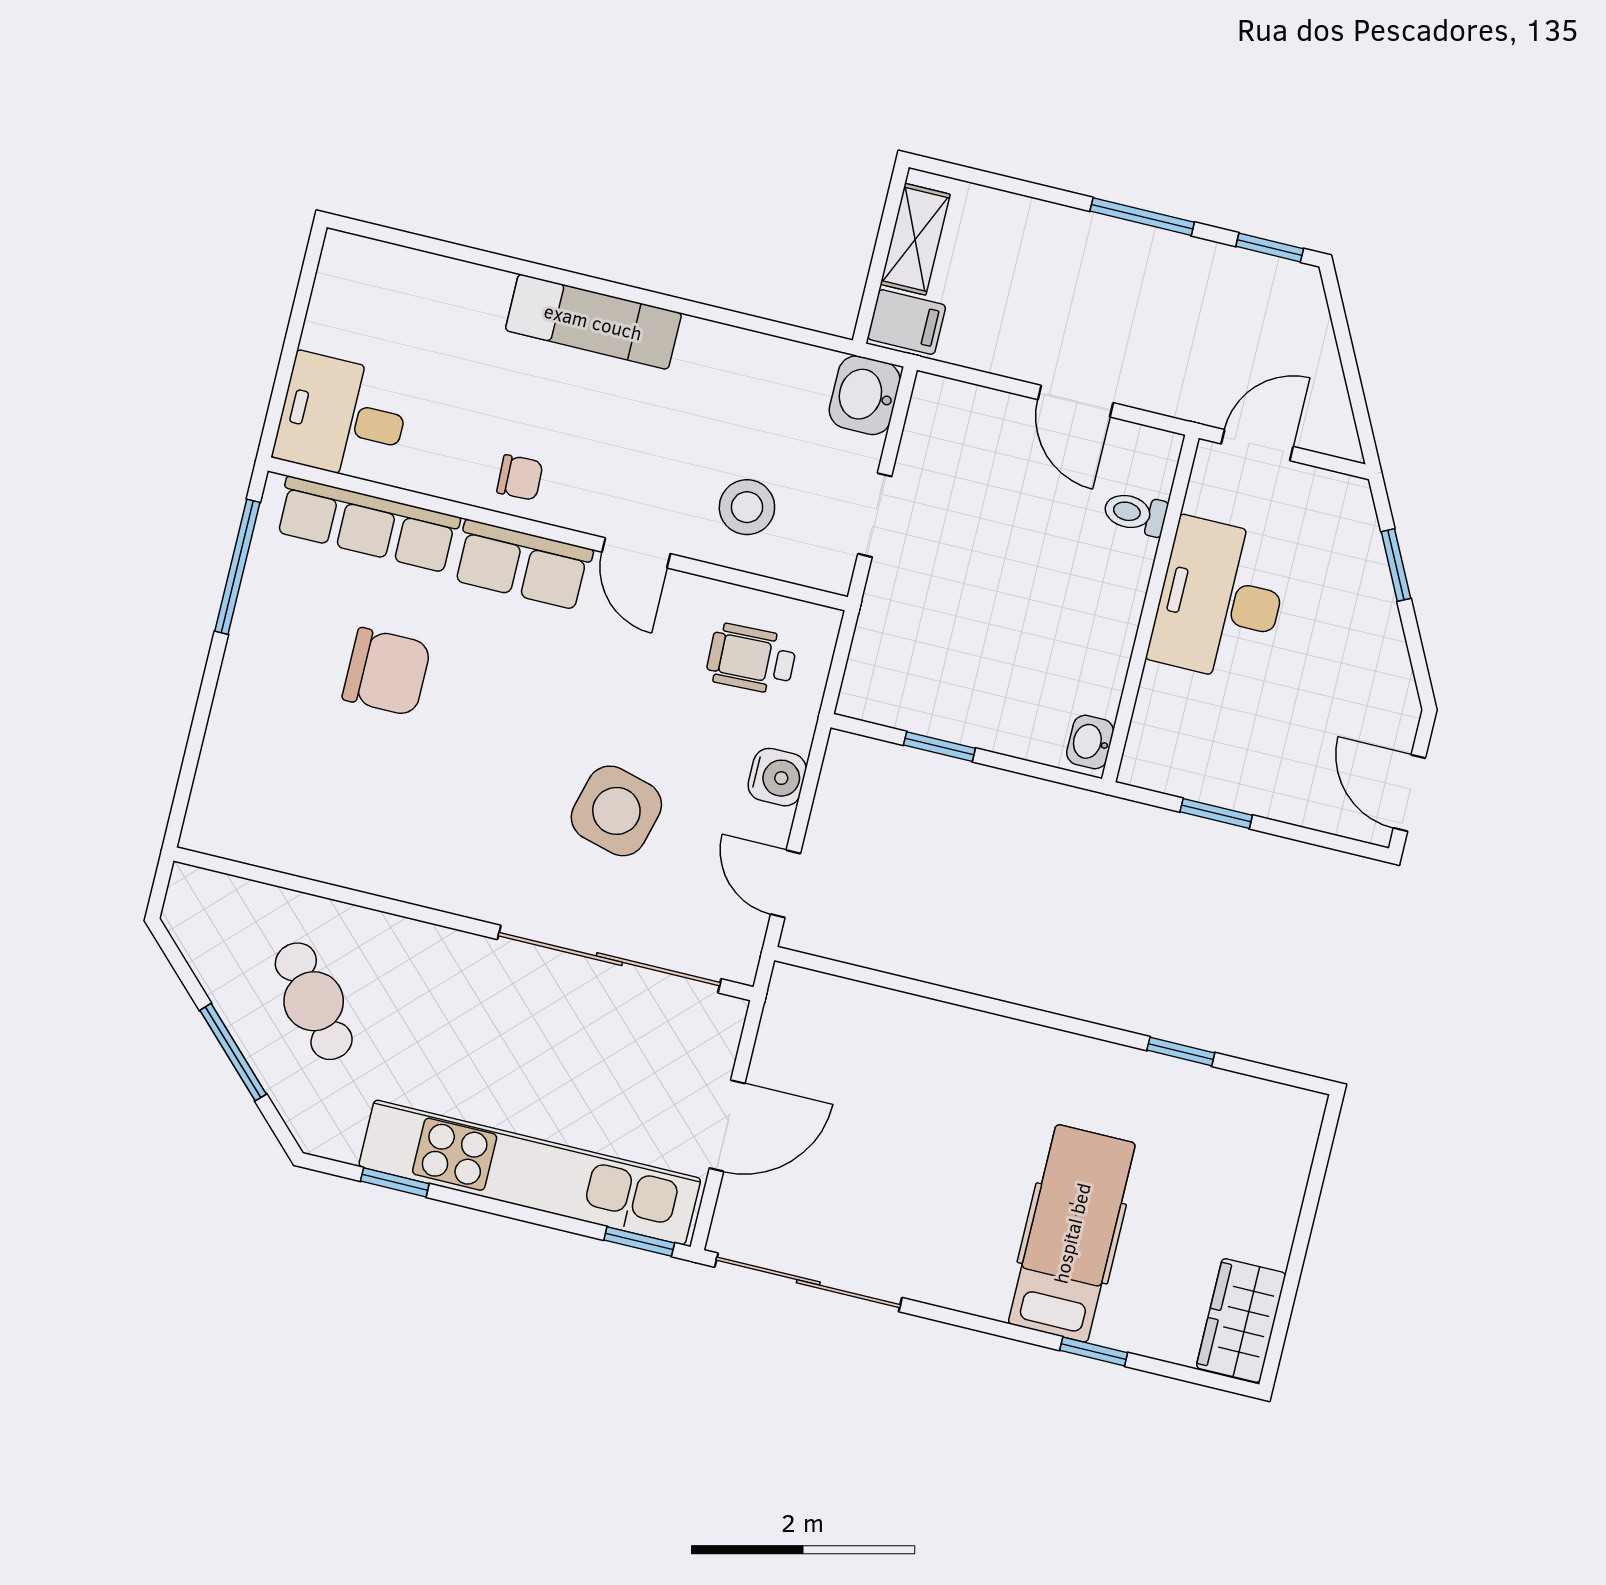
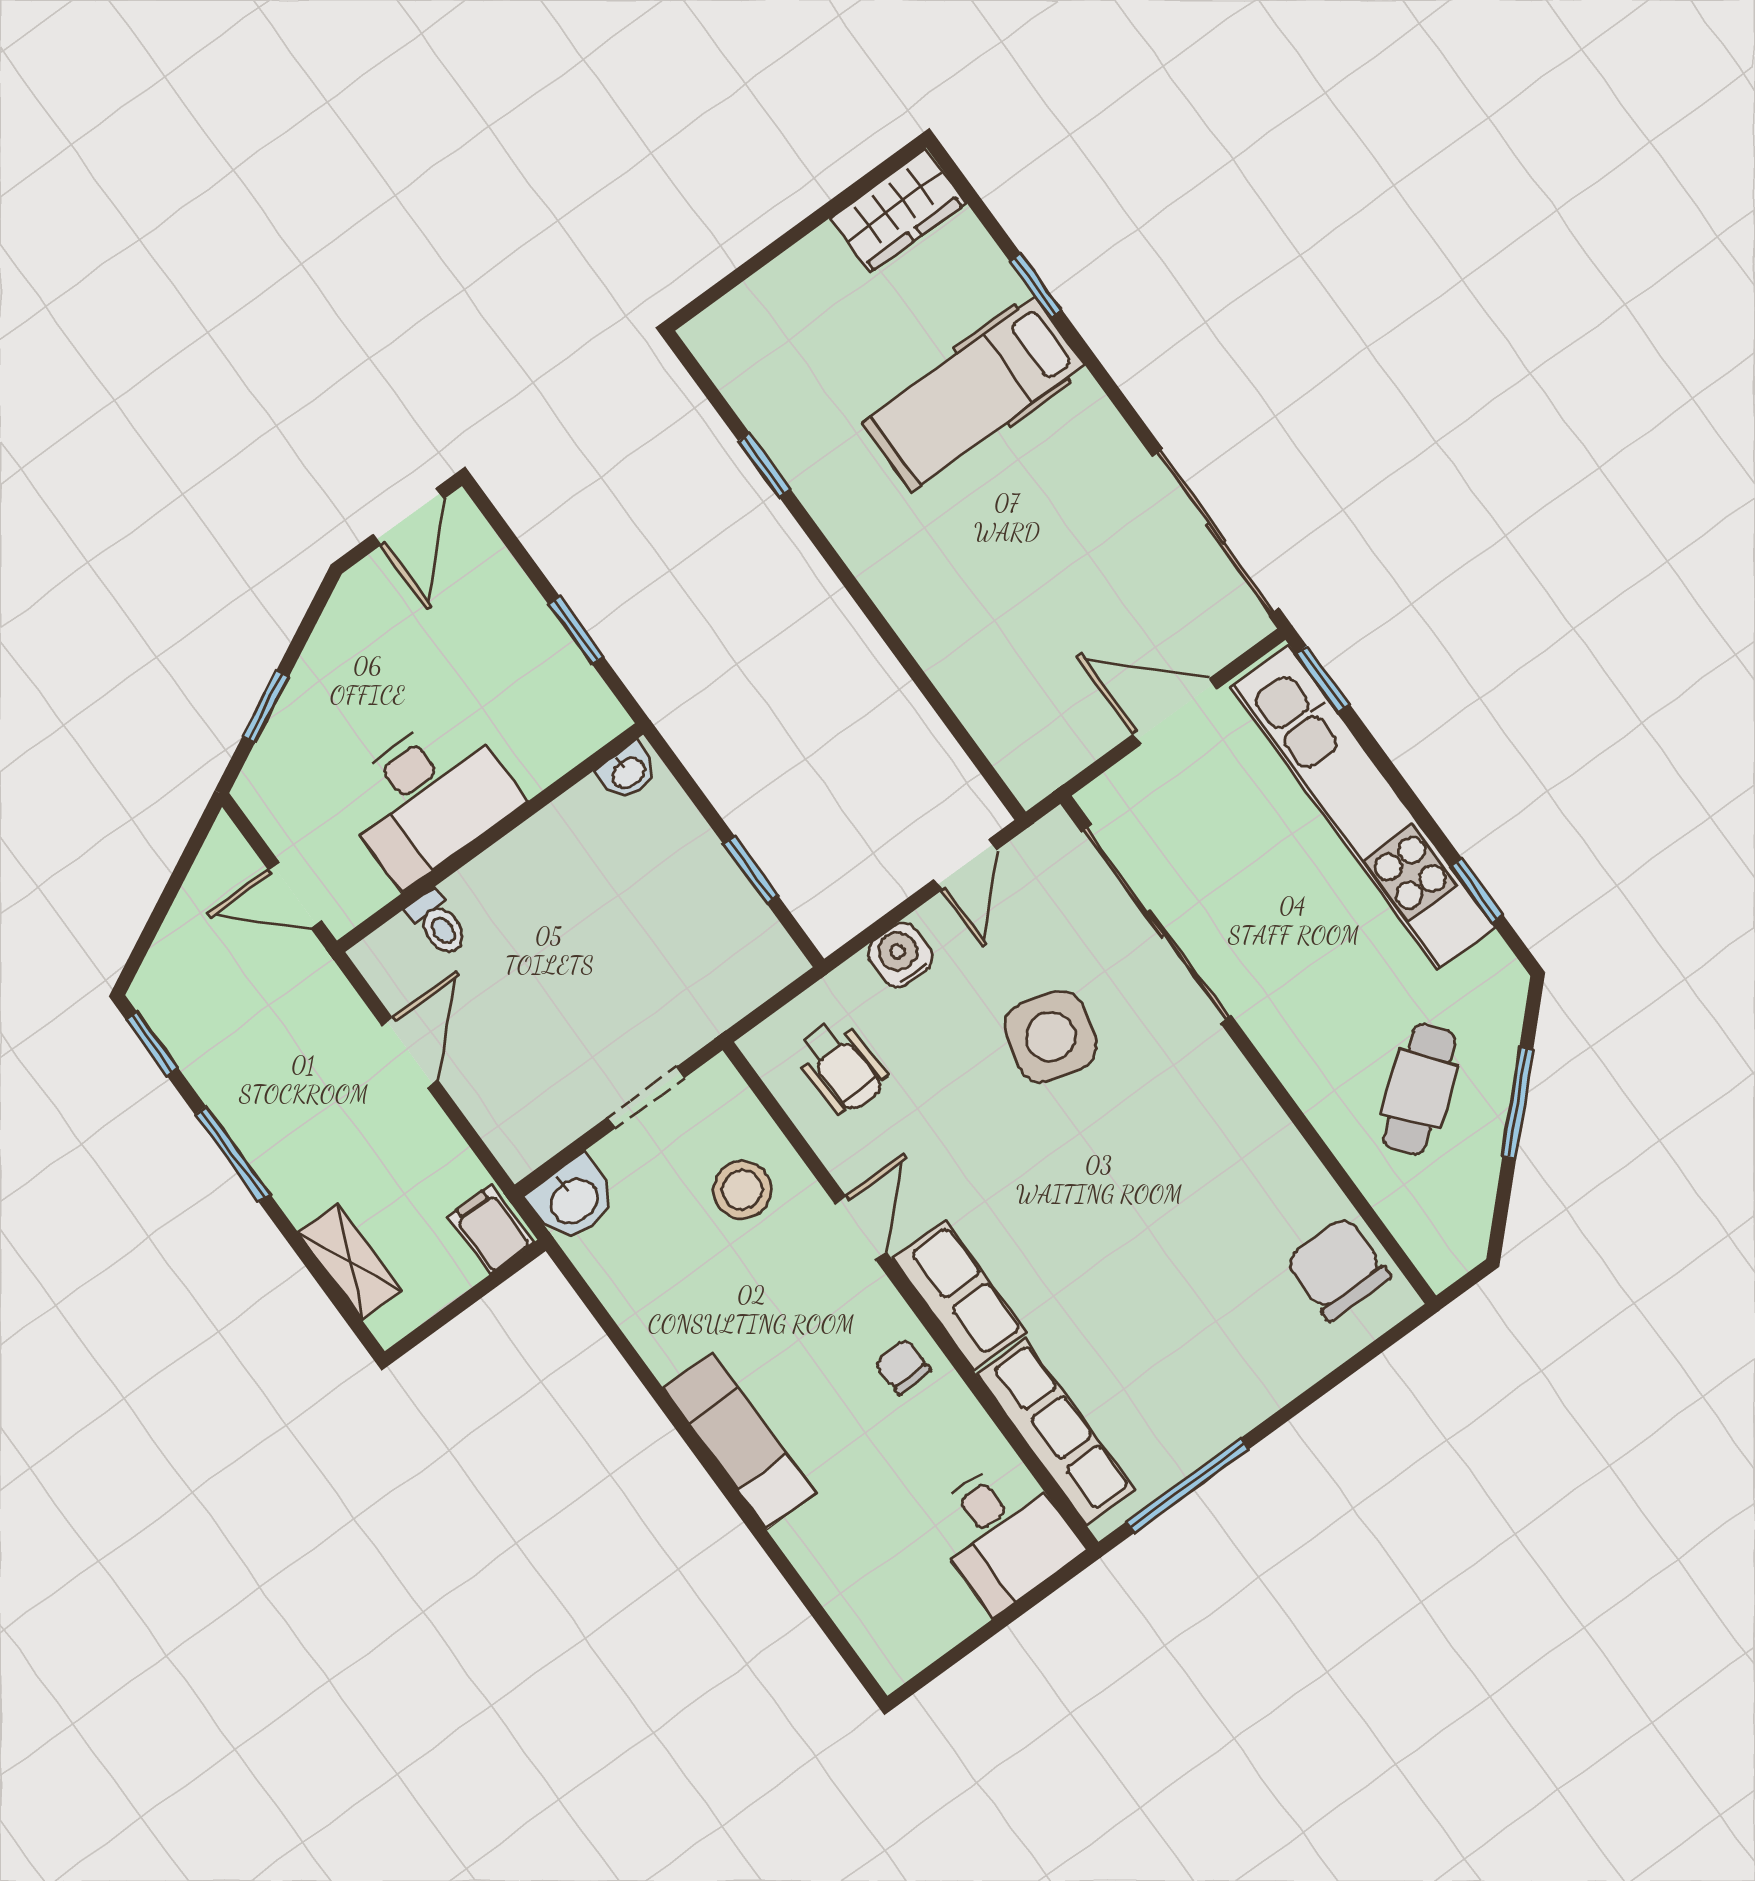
shelving: (915, 239) -> (350, 1262), moved, turned 90
chair: (387, 672) -> (1338, 1269), moved

